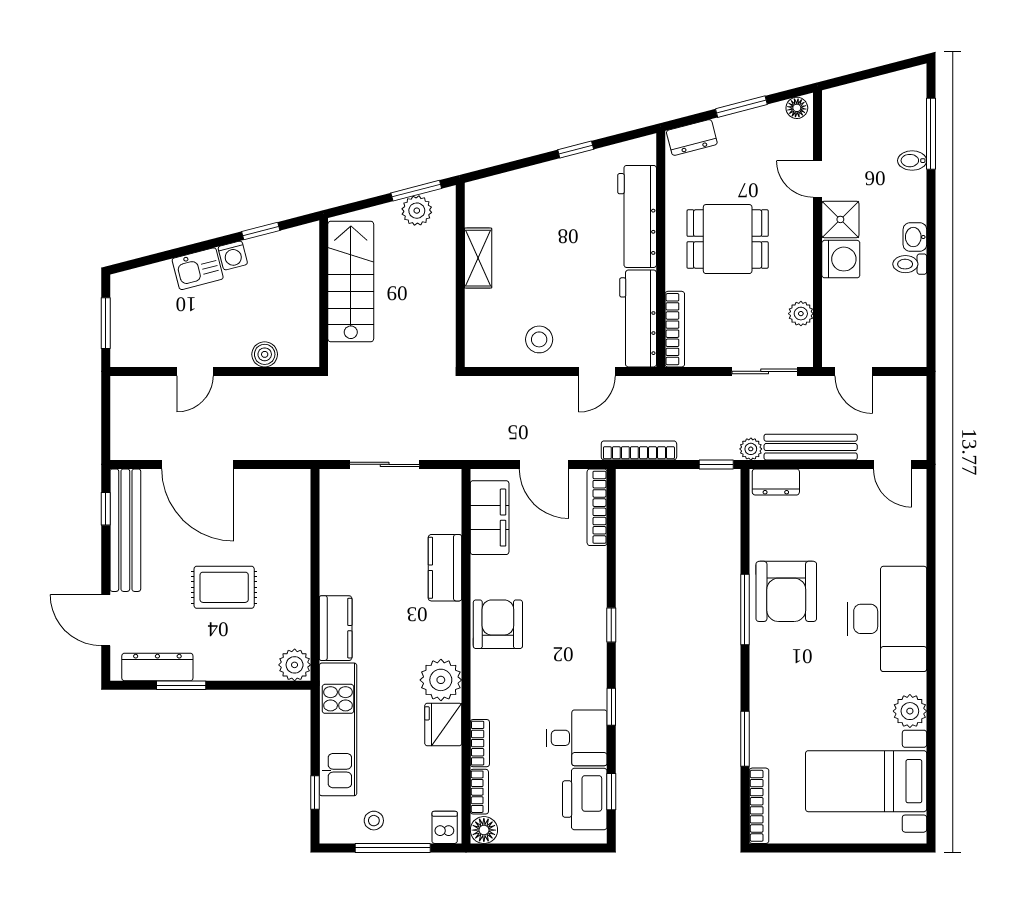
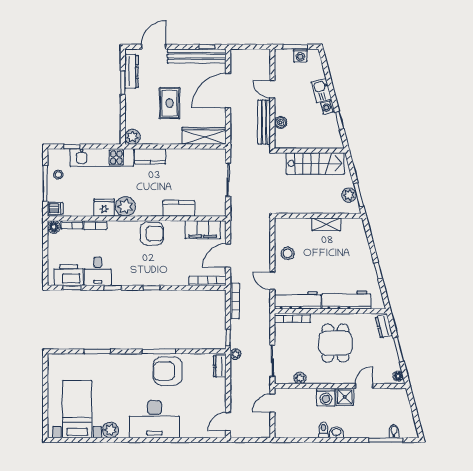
bidet: (912, 161) -> (394, 431), moved
washing machine: (124, 313) -> (300, 55), added
bench: (811, 447) -> (264, 122), moved
wardrobe: (293, 515) -> (204, 136), added
bookcase: (759, 806) -> (65, 358), removed

